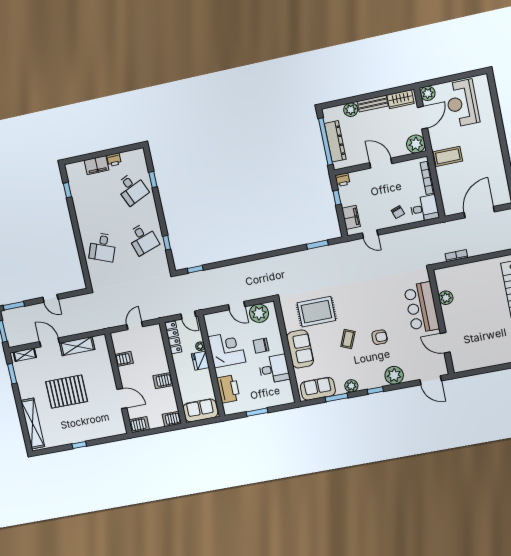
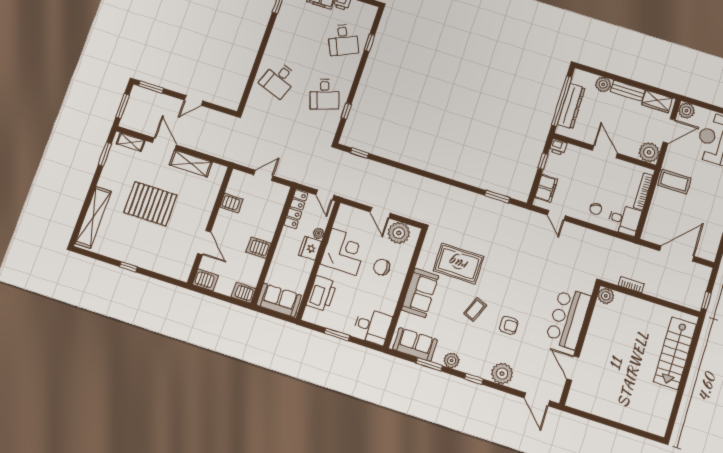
door: (50, 298) -> (194, 100), hinge flipped
plant: (446, 298) -> (606, 296), moved
desk: (274, 369) -> (372, 326), moved

